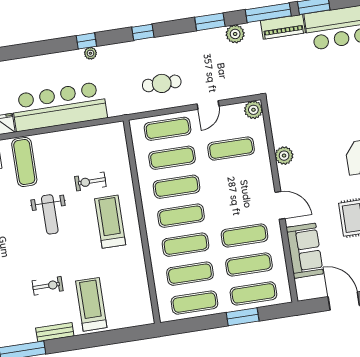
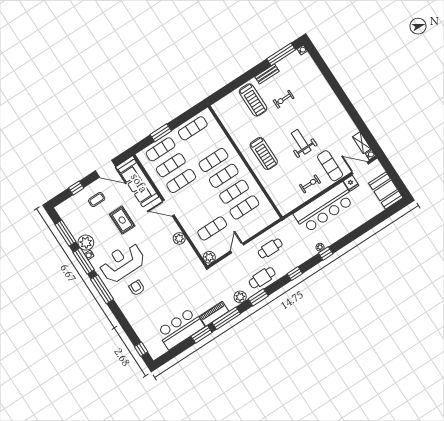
cafe table: (192, 47) -> (262, 278), added
exercise mat: (168, 129) -> (255, 223), removed
exercise bike: (90, 181) -> (310, 184), moved
sofa: (305, 251) -> (139, 183), width x1.36
exercise mat: (190, 274) -> (203, 144), removed

